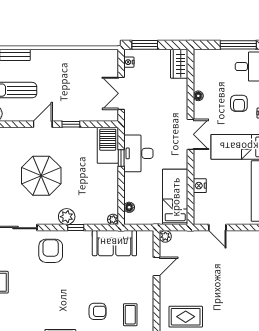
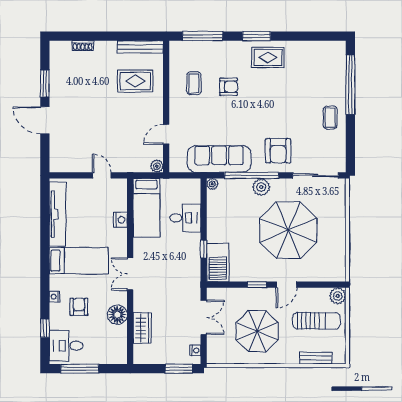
wardrobe: (179, 64) -> (142, 328), moved
parasol: (70, 80) -> (257, 331), added
floor lamp: (198, 96) -> (117, 315), width x1.89, depth x1.89
desk: (138, 153) -> (185, 218), moved, width x0.73
parasol: (41, 176) -> (288, 230), width x1.36, depth x1.36
floor lamp: (129, 207) -> (195, 197), removed
window: (76, 228) -> (252, 175), width x3.17
sofa: (114, 243) -> (219, 159), width x1.36
armchair: (98, 311) -> (229, 87), turned 180

